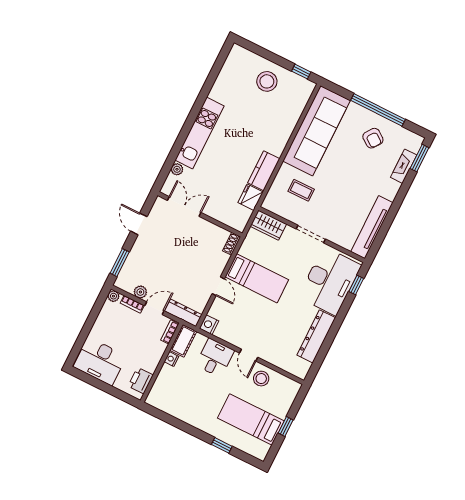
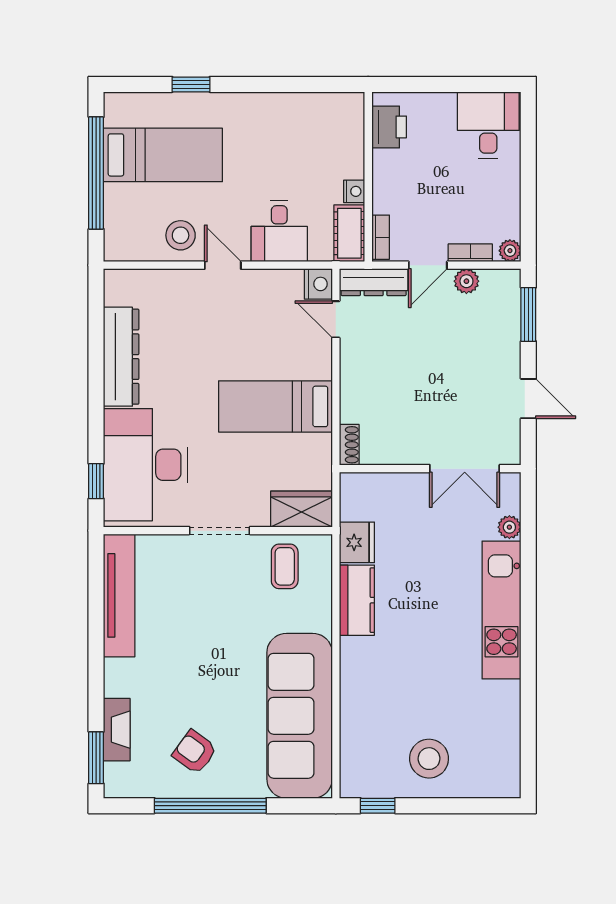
coffee table: (301, 190) -> (285, 566), moved, turned 90
door: (218, 286) -> (336, 319), moved
desk: (100, 361) -> (488, 125), width x0.73
window: (286, 426) -> (96, 173), width x3.17

